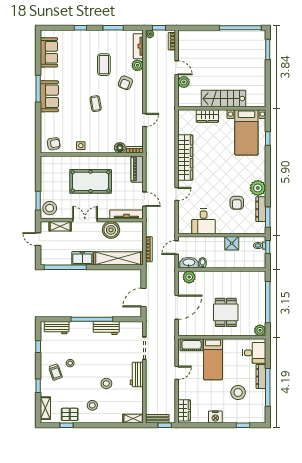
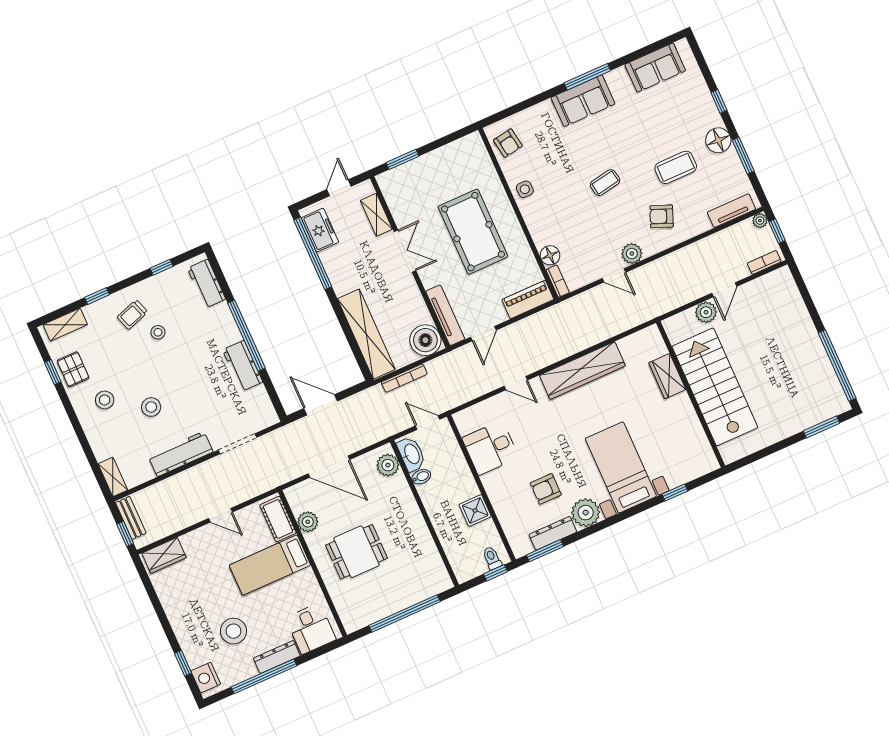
floor lamp: (100, 37) -> (718, 140), added
plant: (137, 65) -> (632, 254), moved
stairs: (224, 99) -> (715, 387), width x1.36, depth x1.51
bed with nightstands: (246, 132) -> (621, 467), moved, turned 90
stool: (50, 208) -> (399, 184), removed
boiler: (111, 230) -> (425, 340), moved
freezer: (82, 258) -> (320, 230), moved
plant: (260, 330) -> (308, 522), moved
workbench: (137, 375) -> (181, 454), width x1.38
nightstand: (215, 417) -> (206, 678), moved

